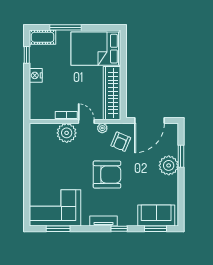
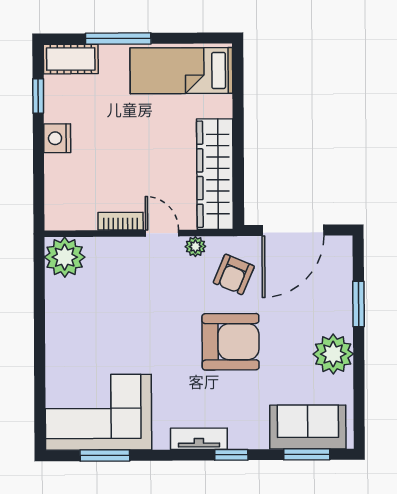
bed: (96, 49) -> (181, 71), width x0.67
plant: (67, 133) -> (65, 257), moved
plant: (169, 165) -> (333, 354), moved
armchair: (107, 175) -> (231, 342), moved

